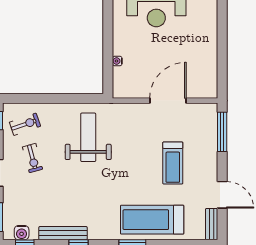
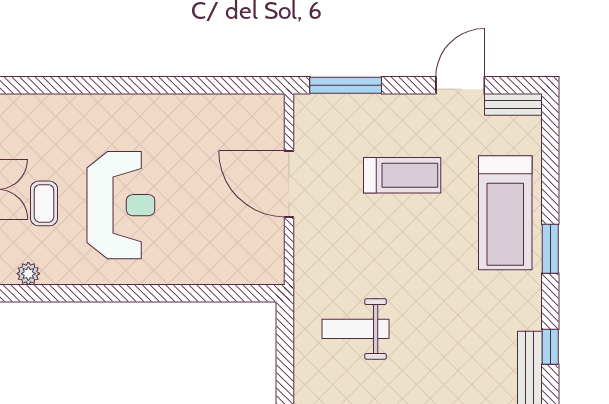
water cooler: (117, 61) -> (217, 276), removed
weight bench: (88, 137) -> (356, 329), width x0.73, depth x0.75

